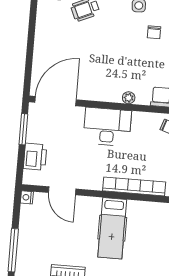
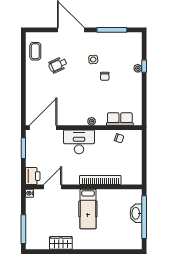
printer: (35, 157) -> (33, 176), moved
door: (62, 191) -> (53, 187), swing flipped

